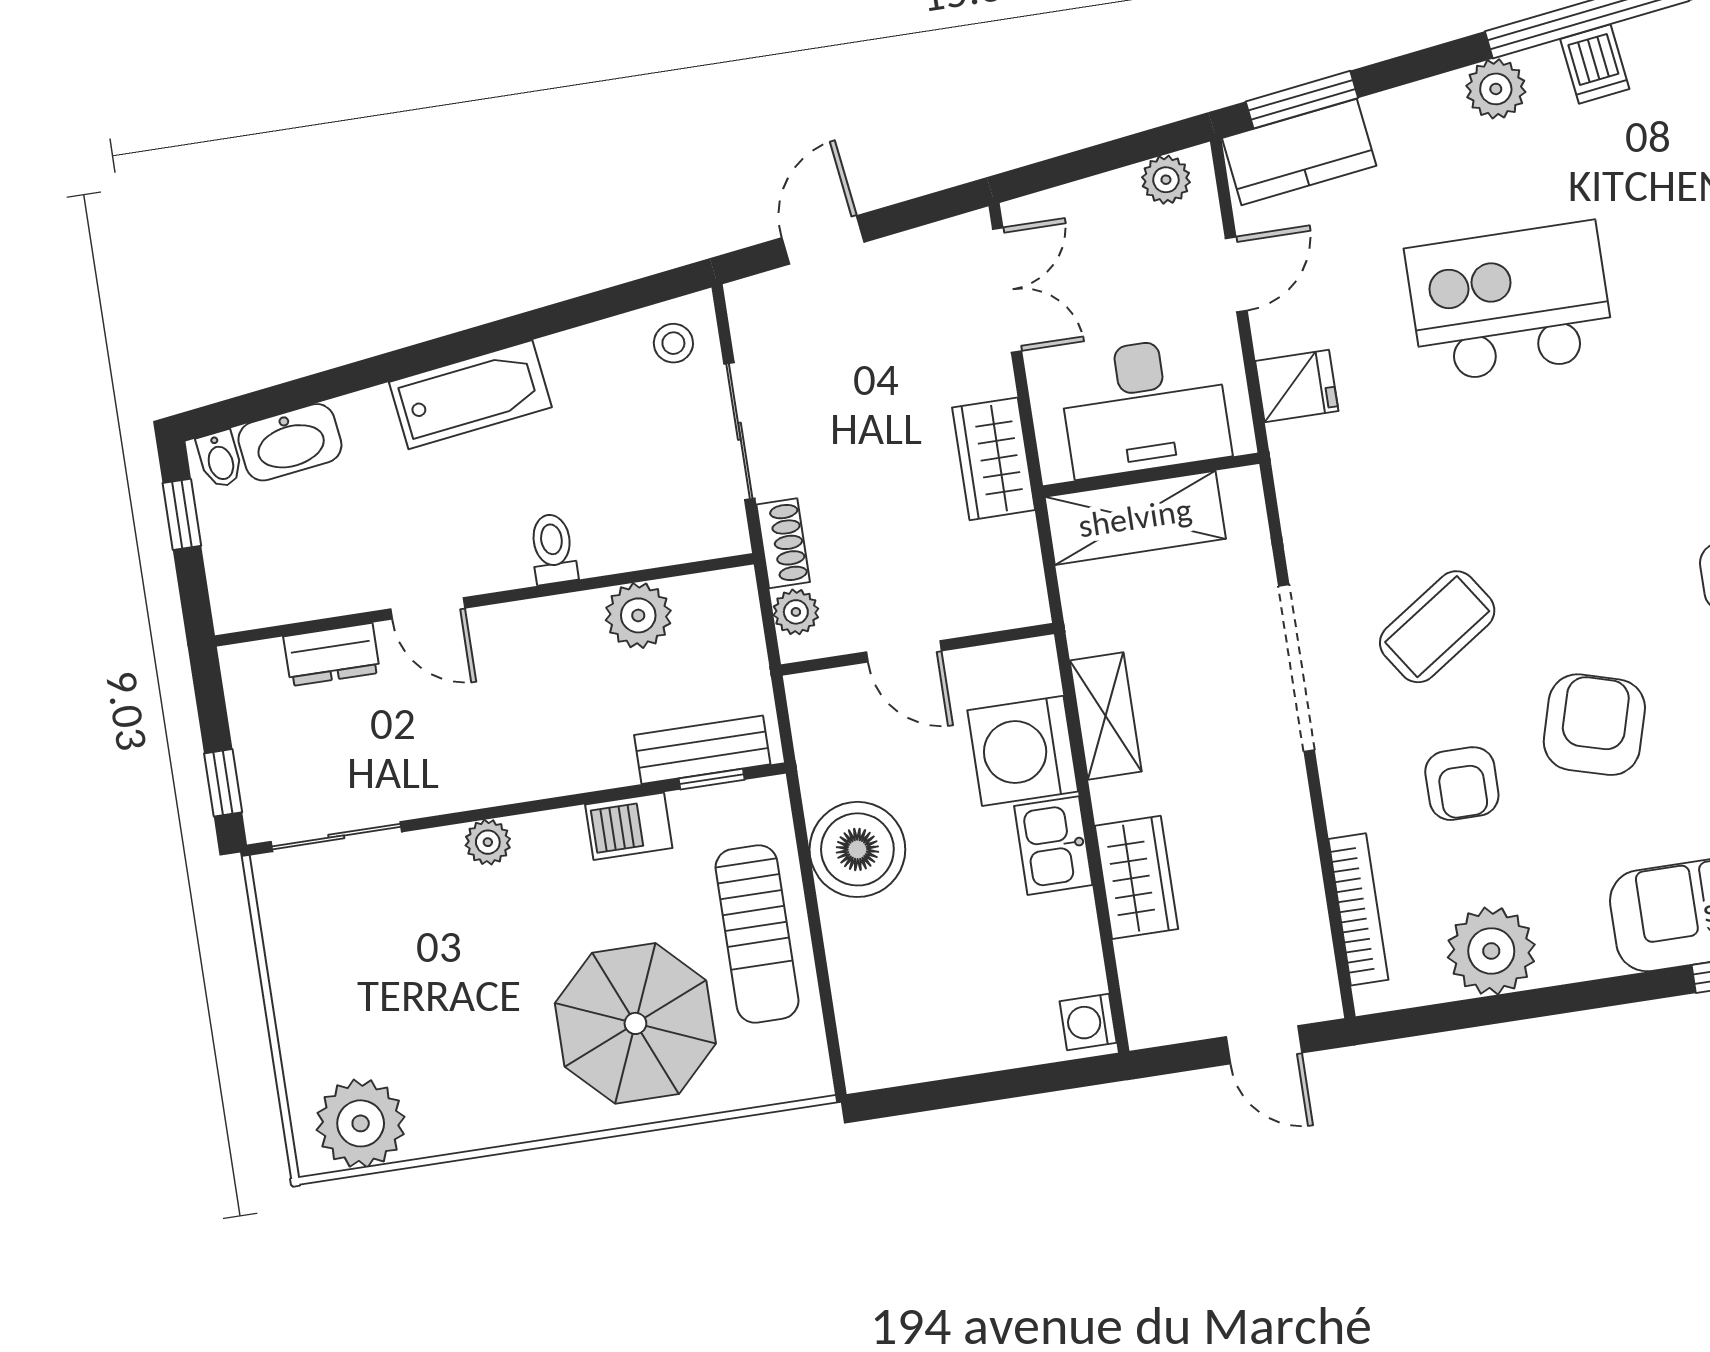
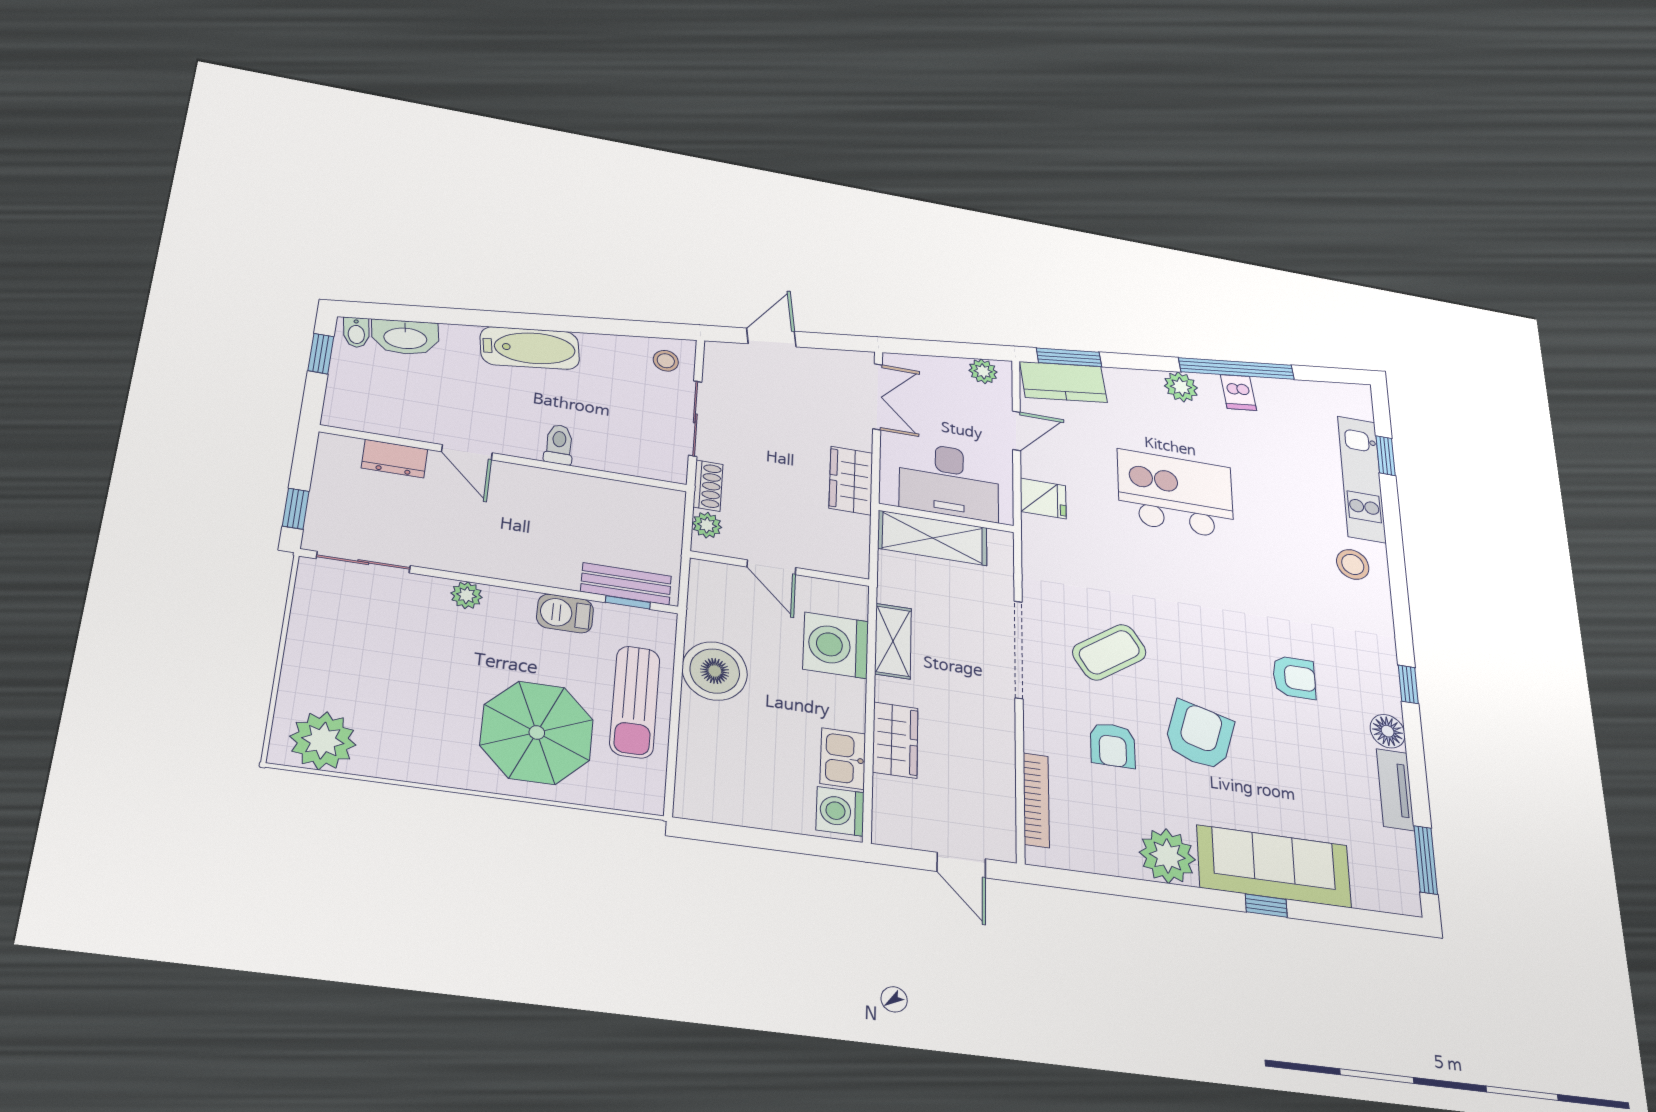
plant: (638, 615) -> (604, 497), removed
kitchen sink: (1053, 846) -> (843, 759), moved
plant: (1491, 951) -> (1167, 856), moved
washing machine: (1088, 1022) -> (840, 811), width x1.38, depth x1.38

